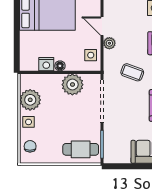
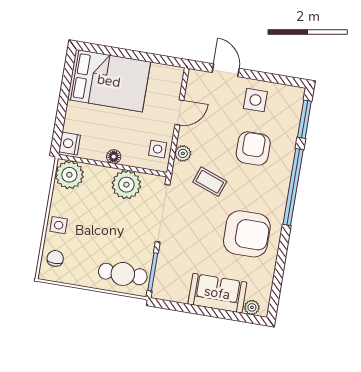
door: (102, 26) -> (179, 112), swing flipped
plant: (109, 43) -> (183, 153), moved
nightstand: (46, 64) -> (70, 144), moved, turned 90
plant: (30, 100) -> (69, 175), moved

